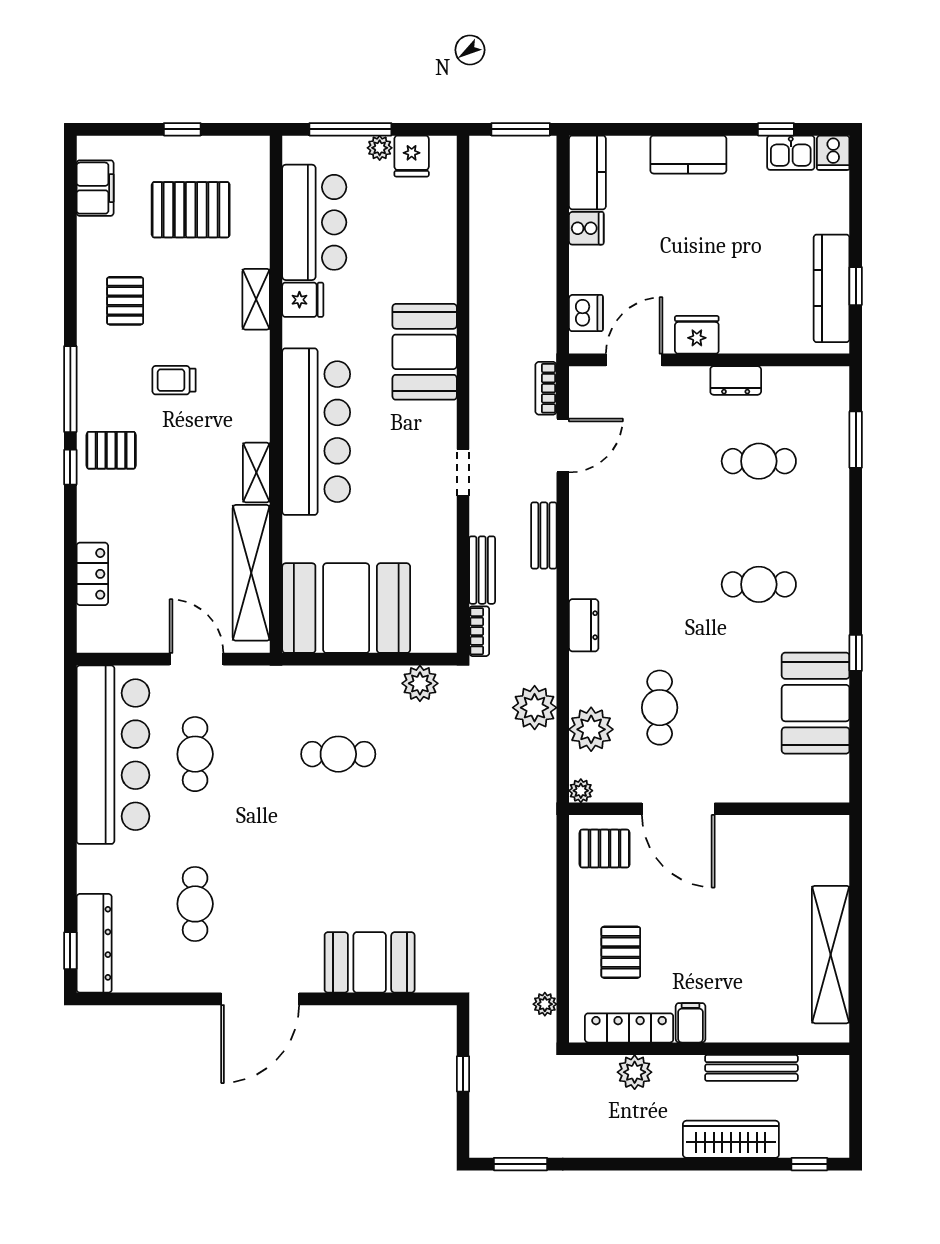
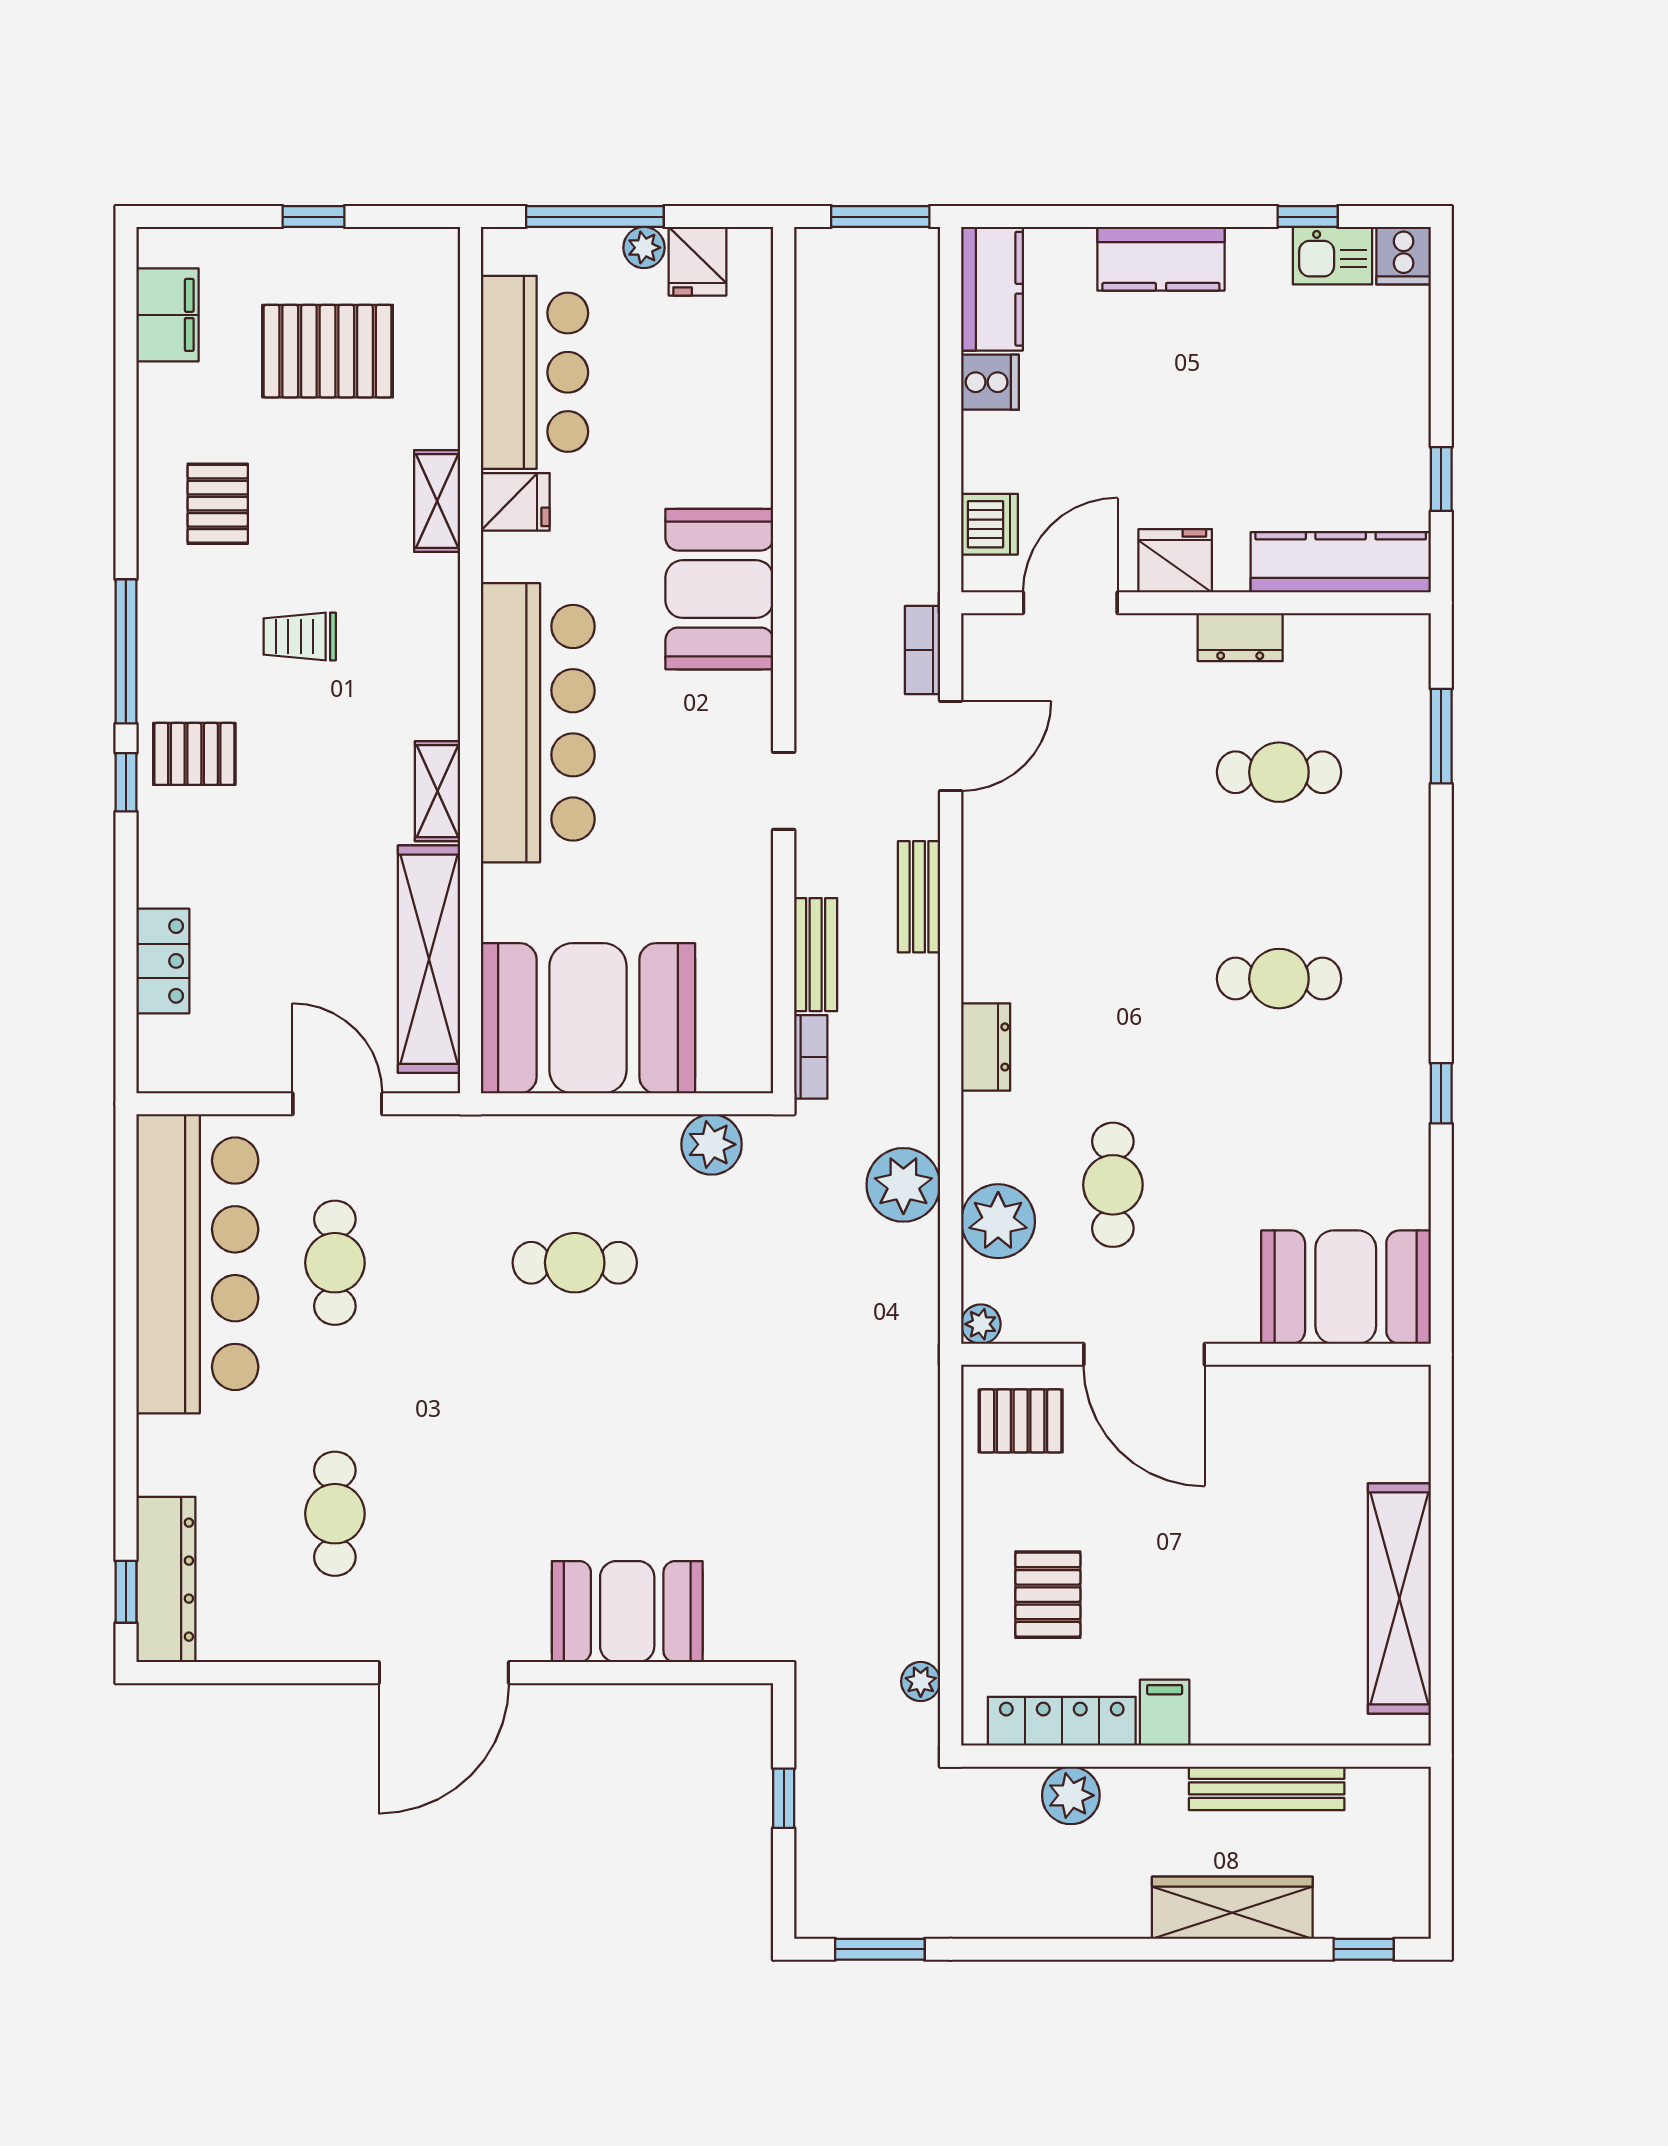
kitchen counter: (832, 288) -> (1341, 562), moved, turned 90
booth: (816, 703) -> (1346, 1287), moved, turned 90

